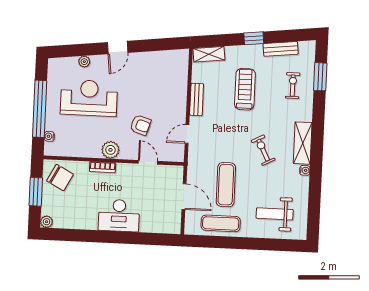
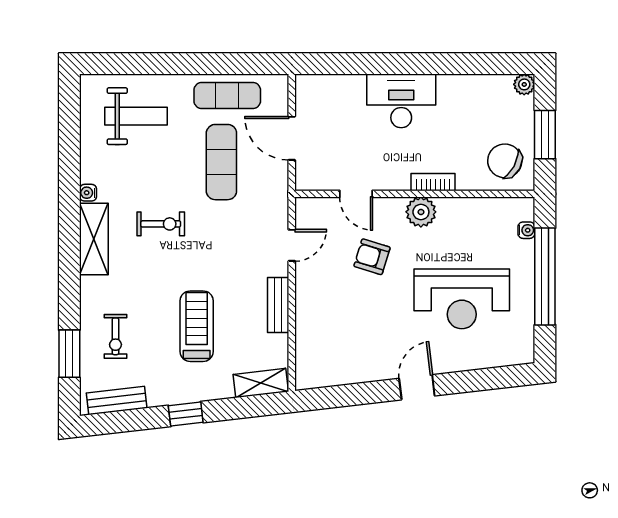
bench: (281, 49) -> (117, 400), moved
plant: (84, 62) -> (473, 360), removed
treadmill: (245, 89) -> (197, 326), turned 180
exercise bike: (263, 150) -> (161, 224), turned -63

